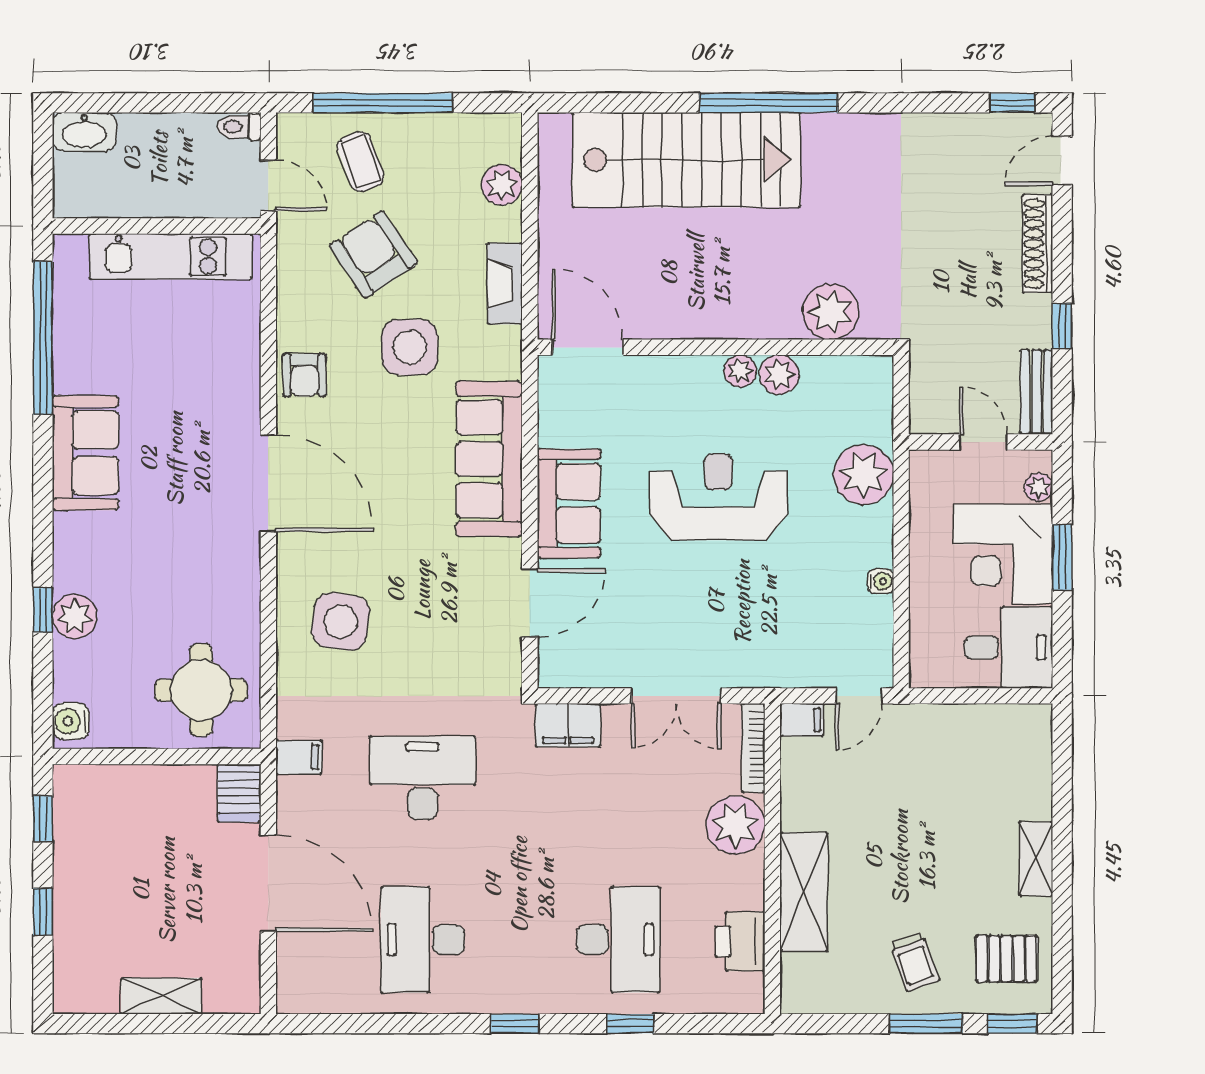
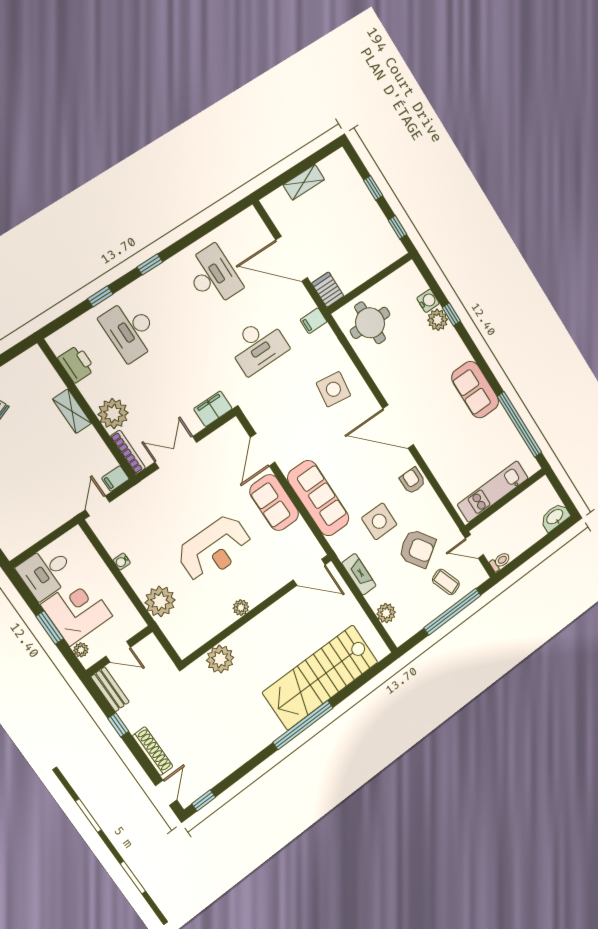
plant: (779, 375) -> (224, 618), removed
water cooler: (71, 721) -> (428, 301), moved
shelving: (804, 892) -> (72, 411), width x0.67, depth x0.75

